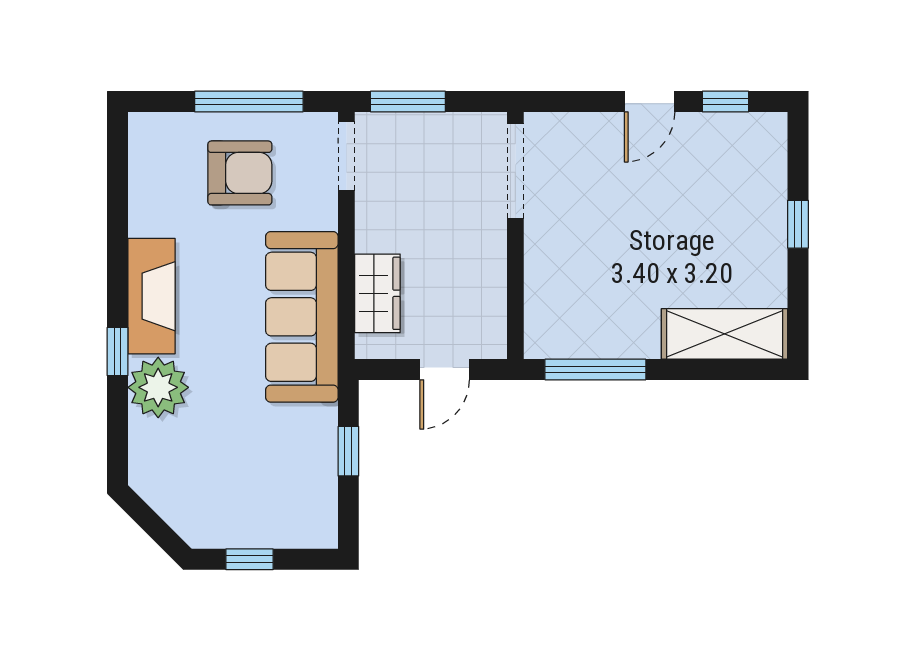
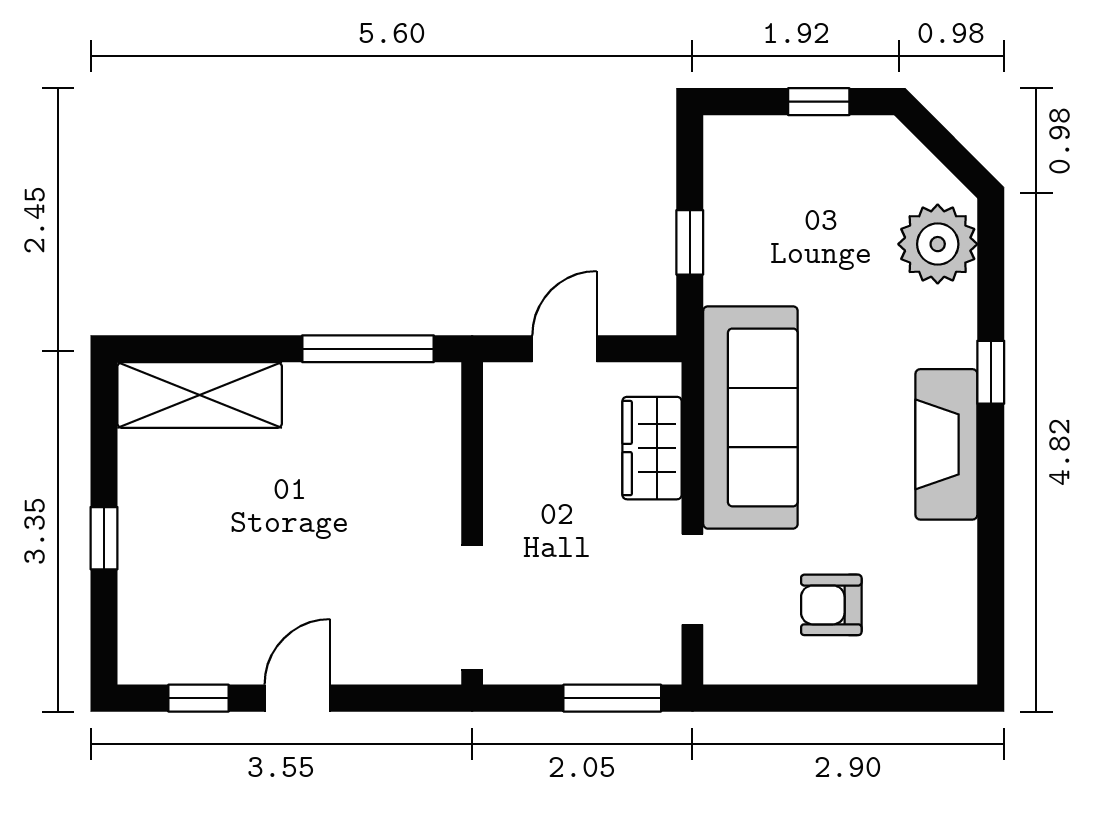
window: (249, 101) -> (819, 698), removed
doorway: (346, 156) -> (692, 579), moved
armchair: (240, 173) -> (831, 605), width x0.72, depth x0.72
plant: (158, 387) -> (938, 244), moved

